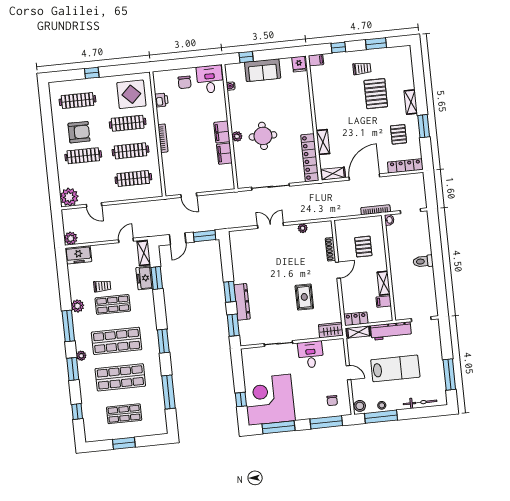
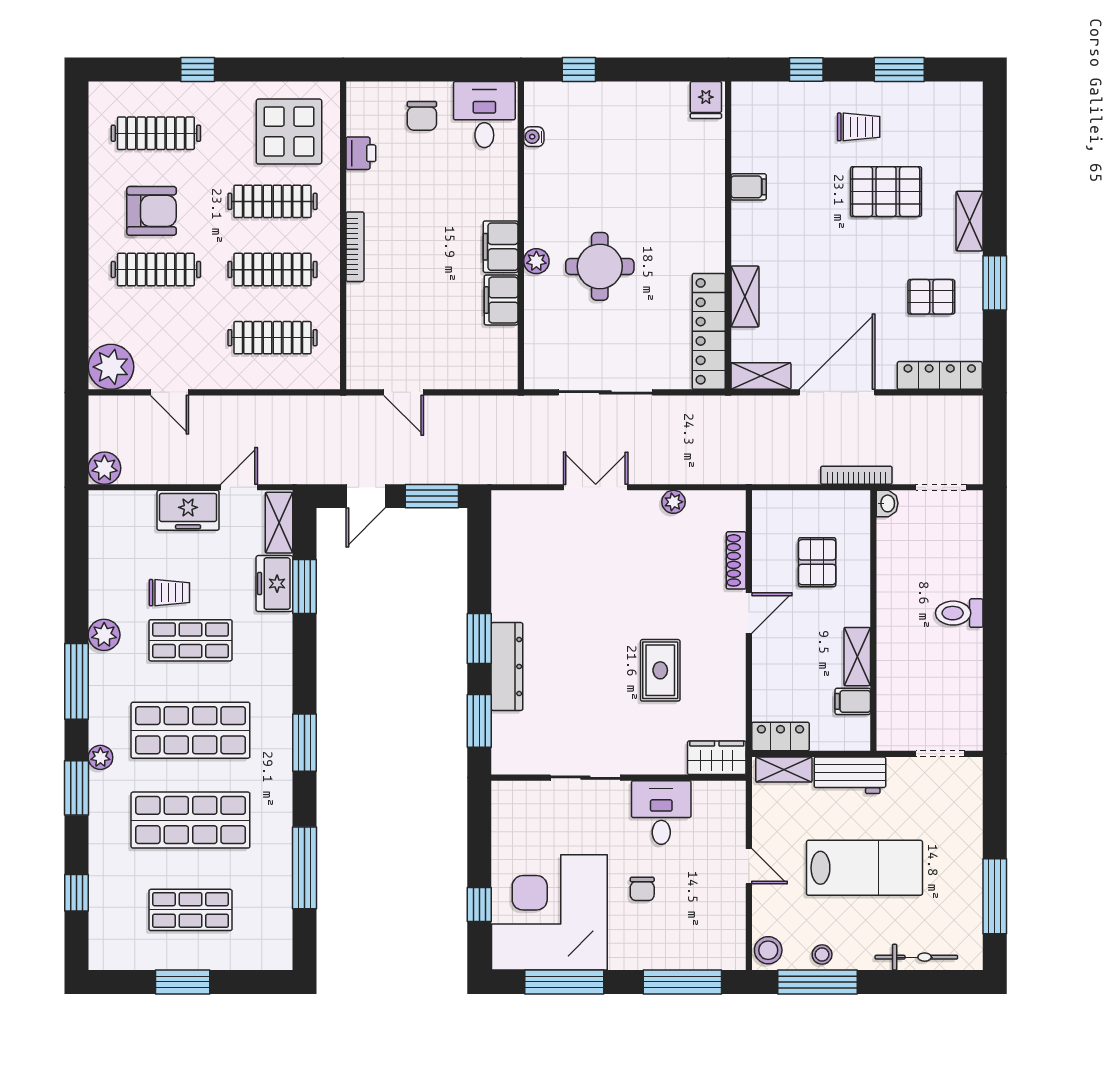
filing cabinet: (316, 60) -> (749, 187), moved
sofa: (263, 70) -> (616, 106), removed
pallet: (376, 94) -> (886, 192), turned 90
pallet: (399, 134) -> (931, 297), turned 90
freezer: (78, 255) -> (188, 510), moved
workbench: (391, 331) -> (850, 775), width x0.73
chair: (332, 401) -> (642, 889), moved

